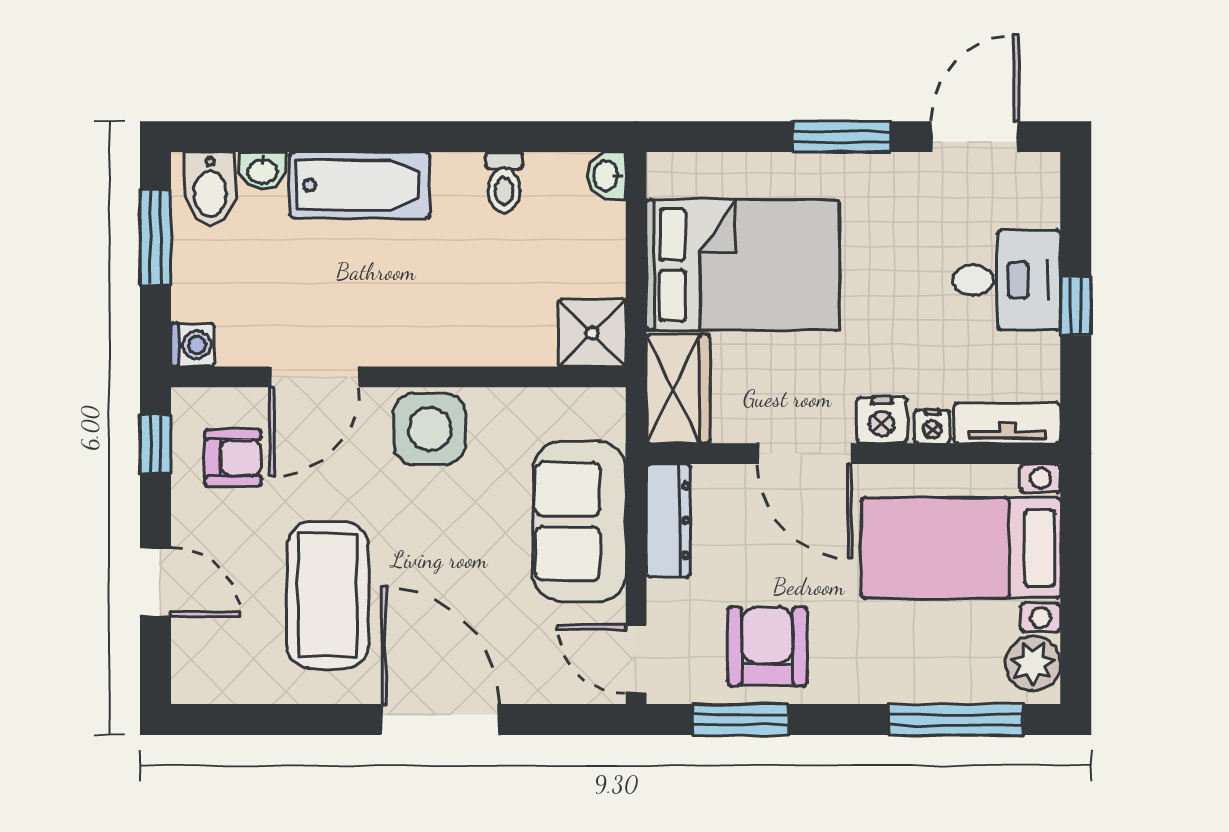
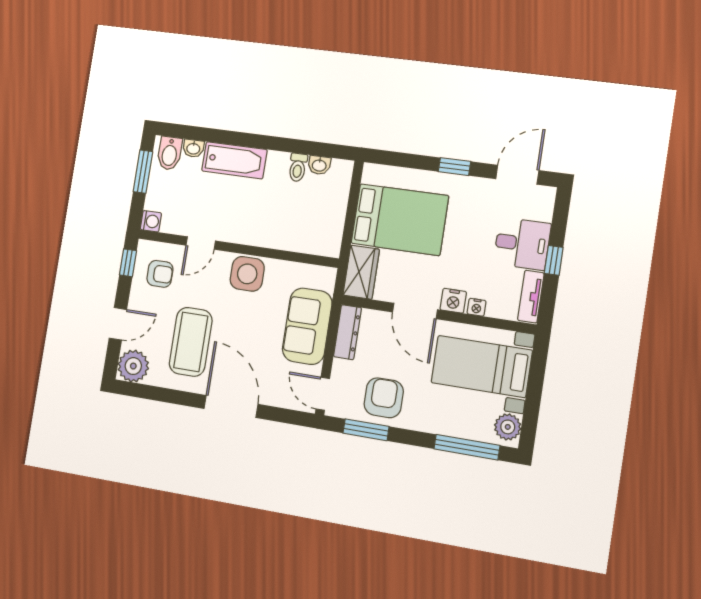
window: (842, 137) -> (454, 167), width x0.67
washbasin: (607, 176) -> (319, 165), moved, turned -90
shower: (592, 333) -> (326, 241), removed
door: (314, 377) -> (201, 243), width x0.73
tv unit: (1007, 423) -> (531, 297), moved, turned -90
door: (155, 582) -> (118, 324), hinge flipped
plant: (207, 668) -> (133, 366), added

